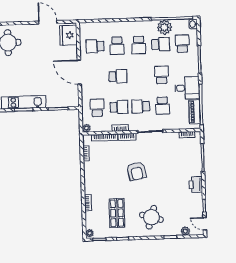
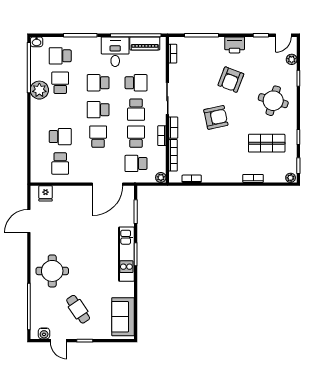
plant: (164, 27) -> (39, 90), moved
fridge: (68, 35) -> (46, 193), width x0.53, depth x0.75
school desk: (139, 45) -> (98, 110), moved, turned 180
door: (79, 72) -> (108, 184), moved
armchair: (167, 182) -> (231, 80), added

